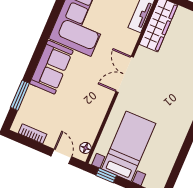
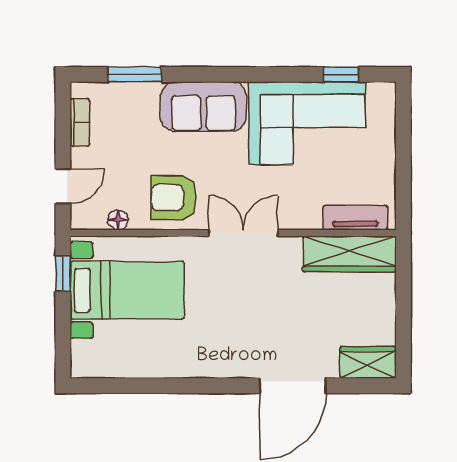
armchair: (91, 102) -> (174, 198), added
floor lamp: (85, 148) -> (118, 220), moved

